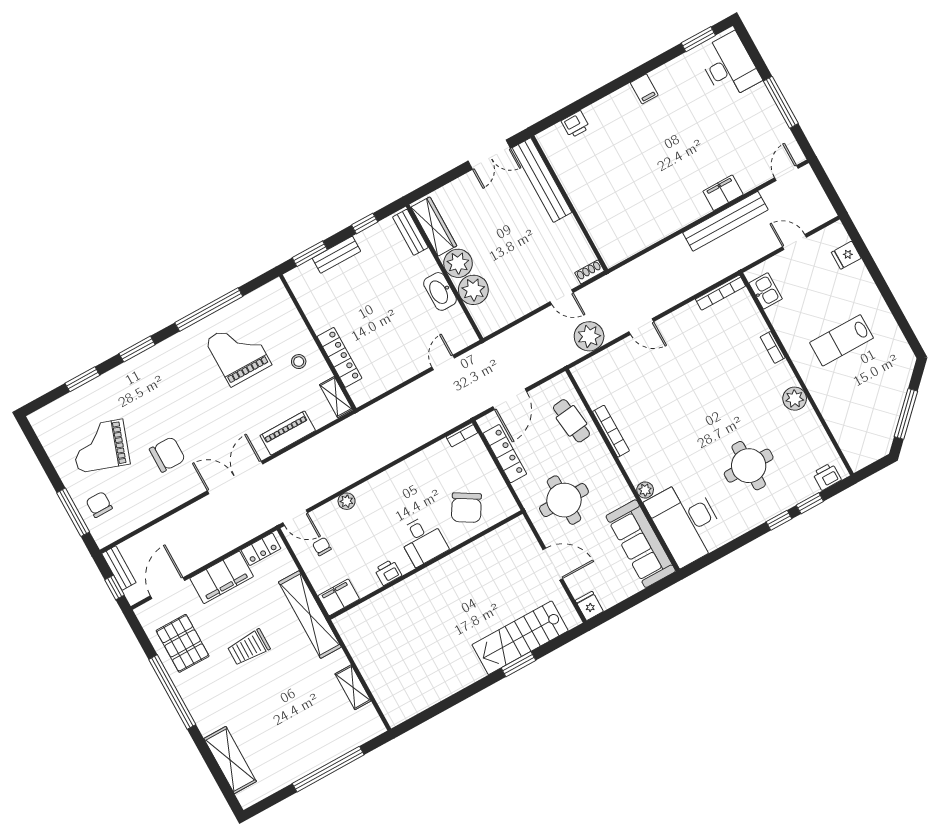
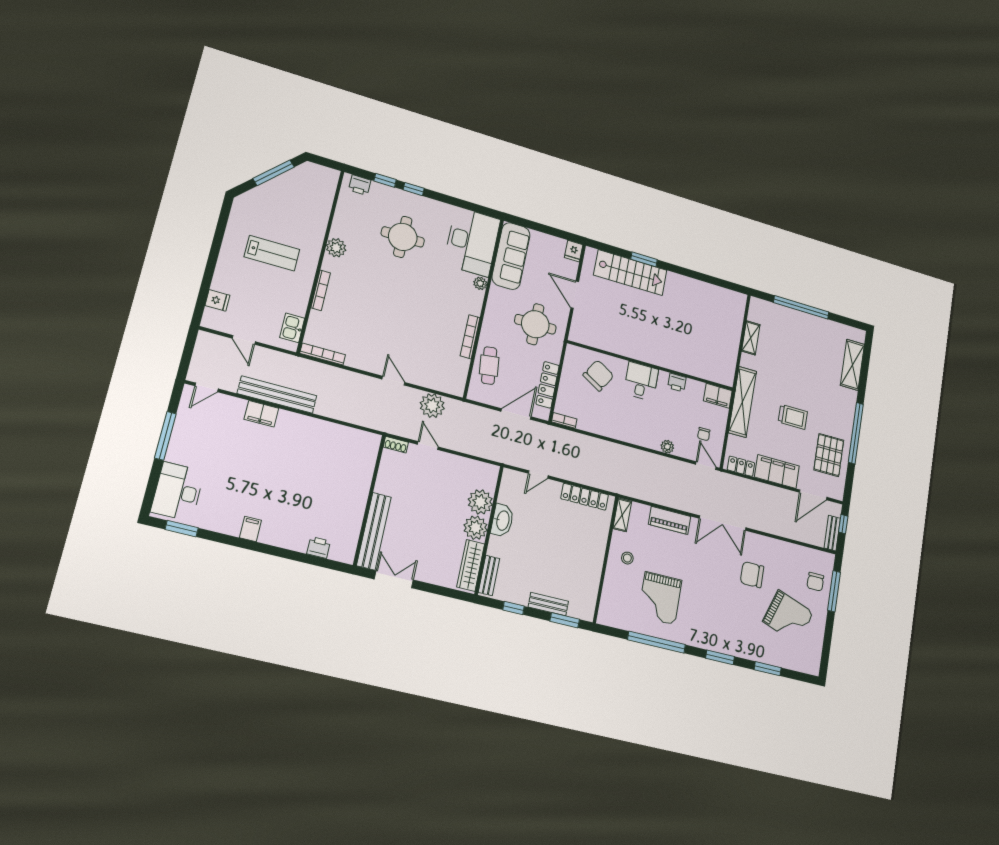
bookcase: (773, 347) -> (321, 290), width x1.56
locker: (339, 357) -> (585, 497), moved, turned -90

